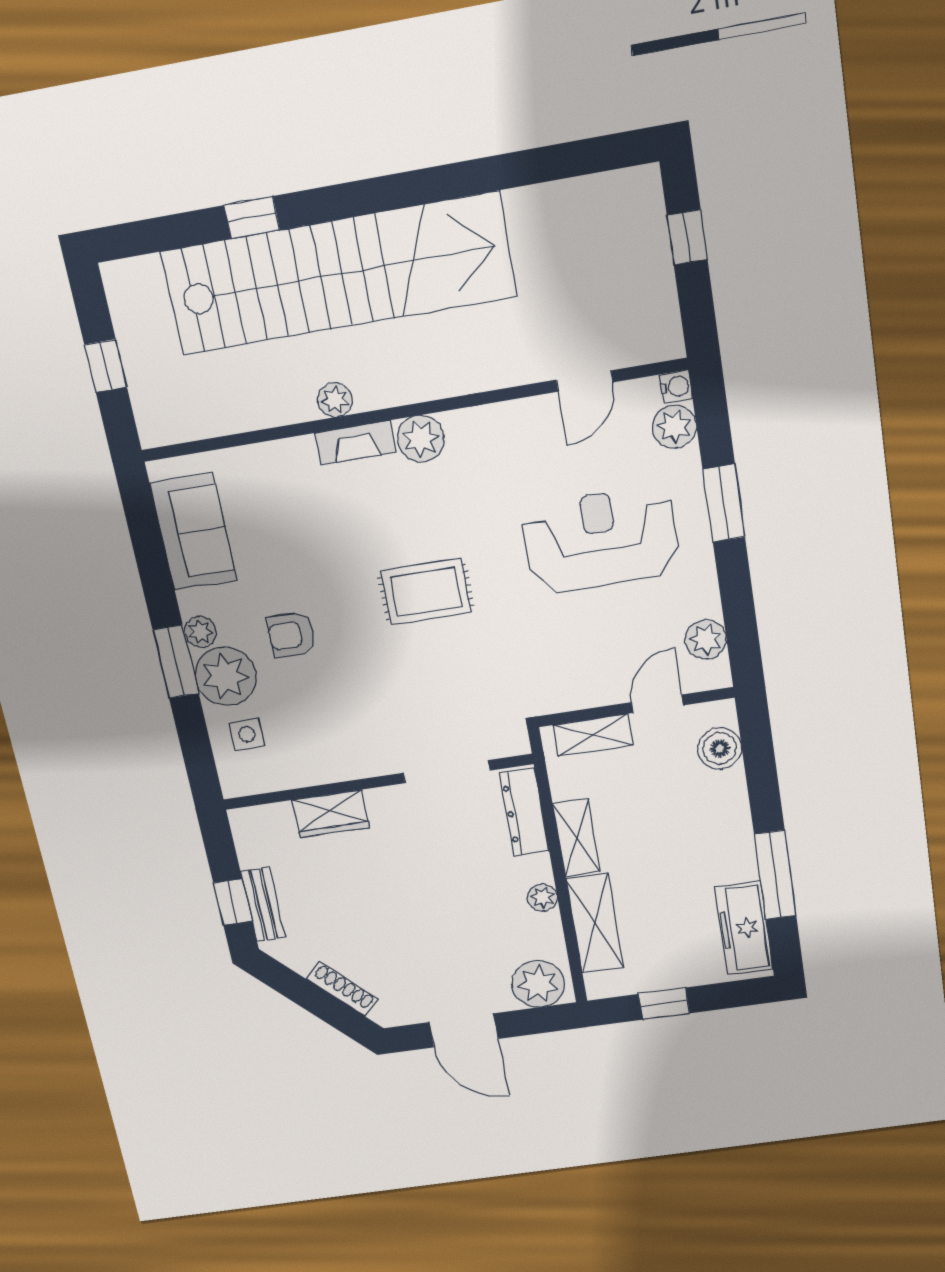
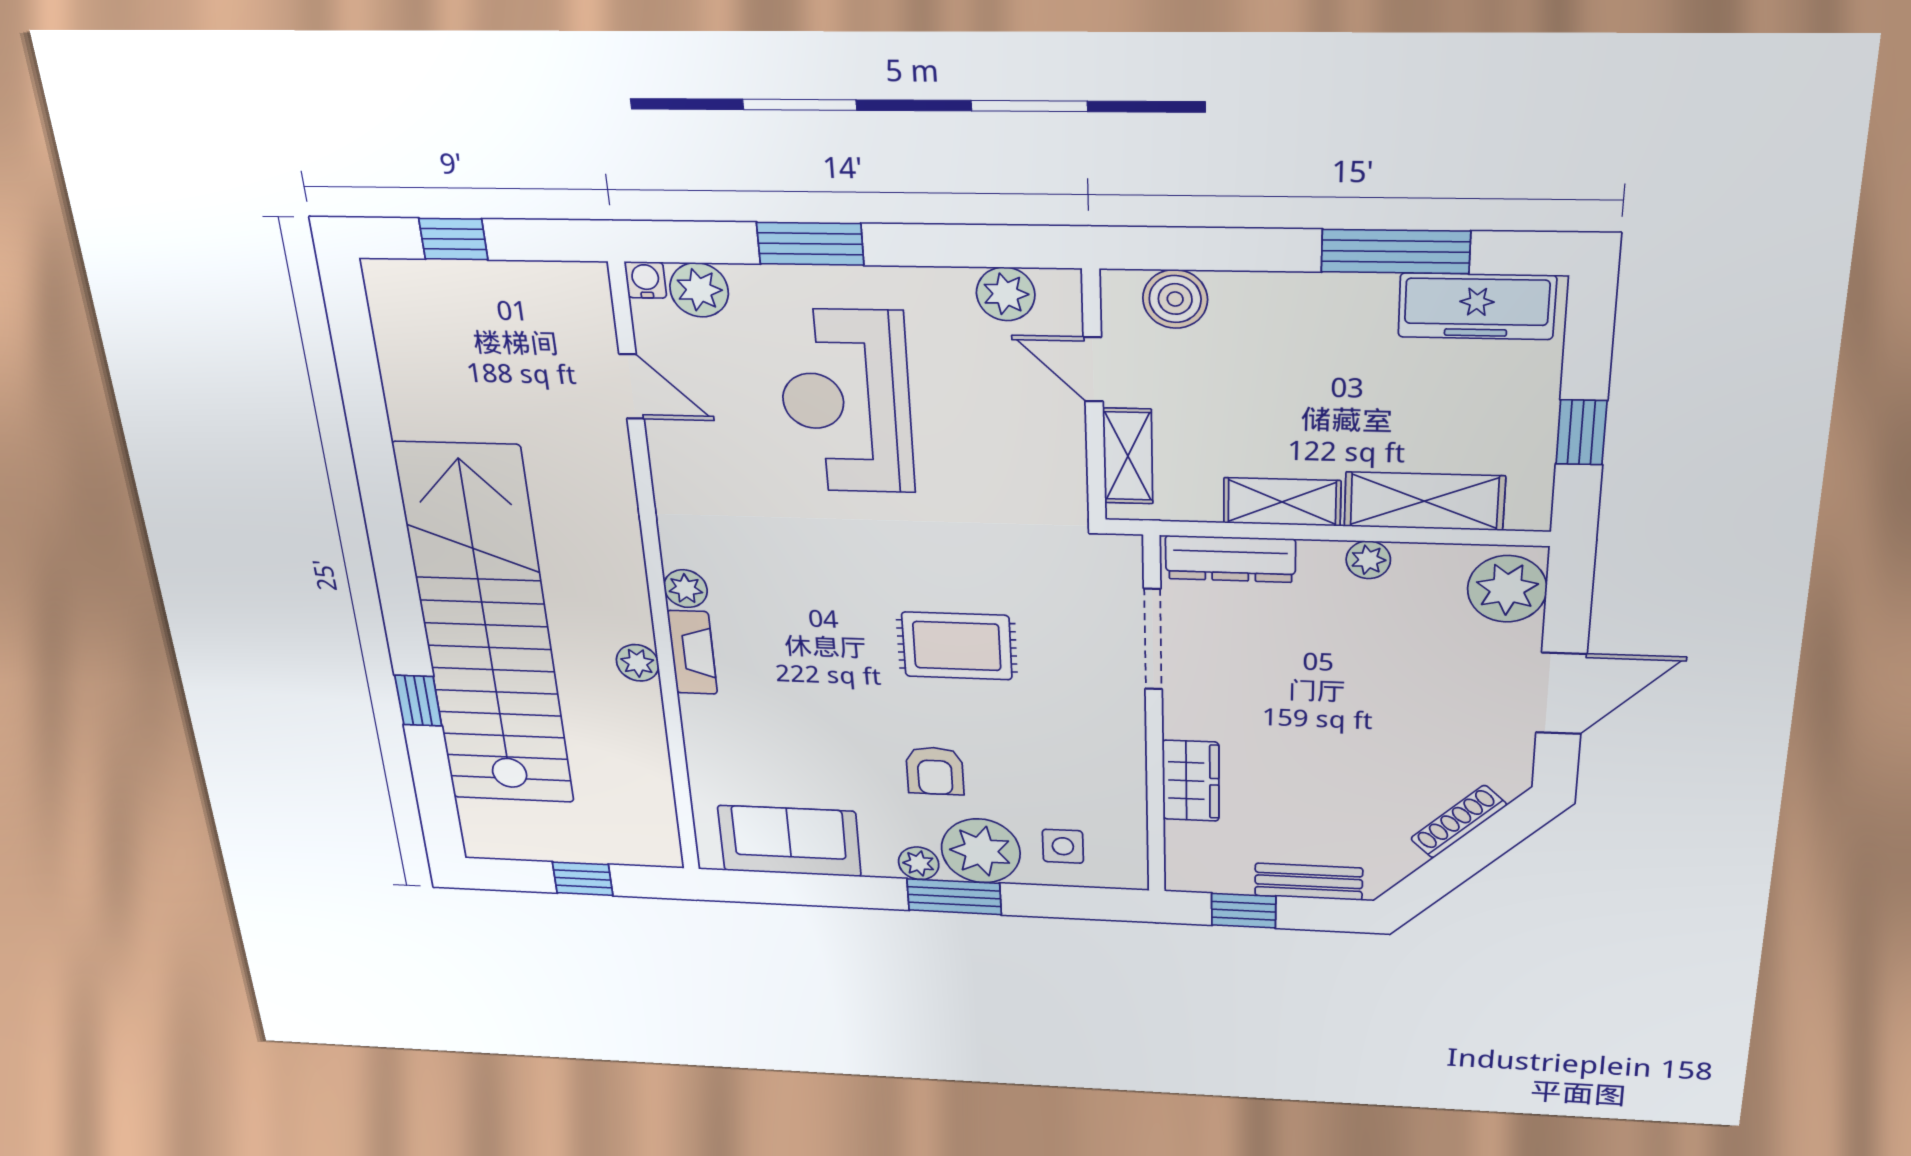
plant: (421, 439) -> (686, 589), width x0.73, depth x0.73
rug: (426, 592) -> (957, 646), moved, turned 90
window: (233, 902) -> (1244, 911), moved

